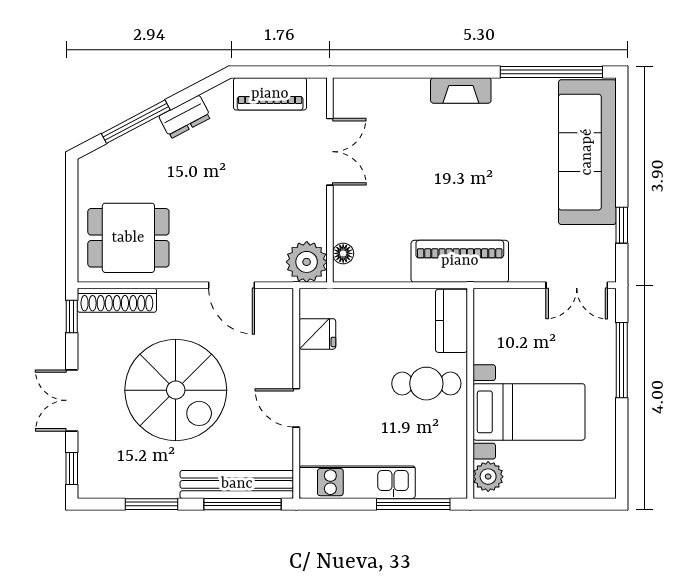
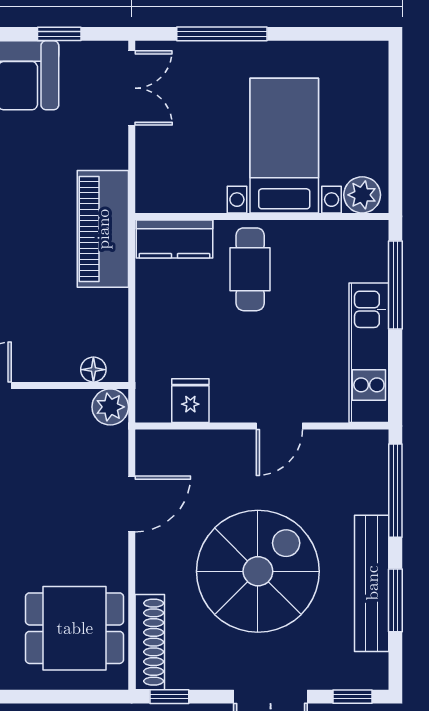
dining table: (128, 238) -> (75, 628), turned 90
plant: (307, 262) -> (110, 407), width x0.73, depth x0.73
bench: (237, 484) -> (372, 583), moved

